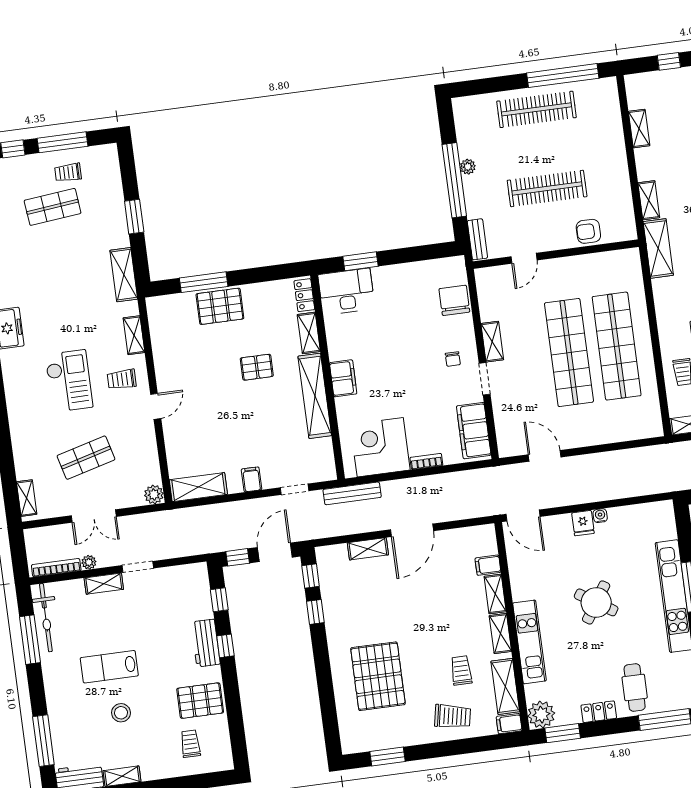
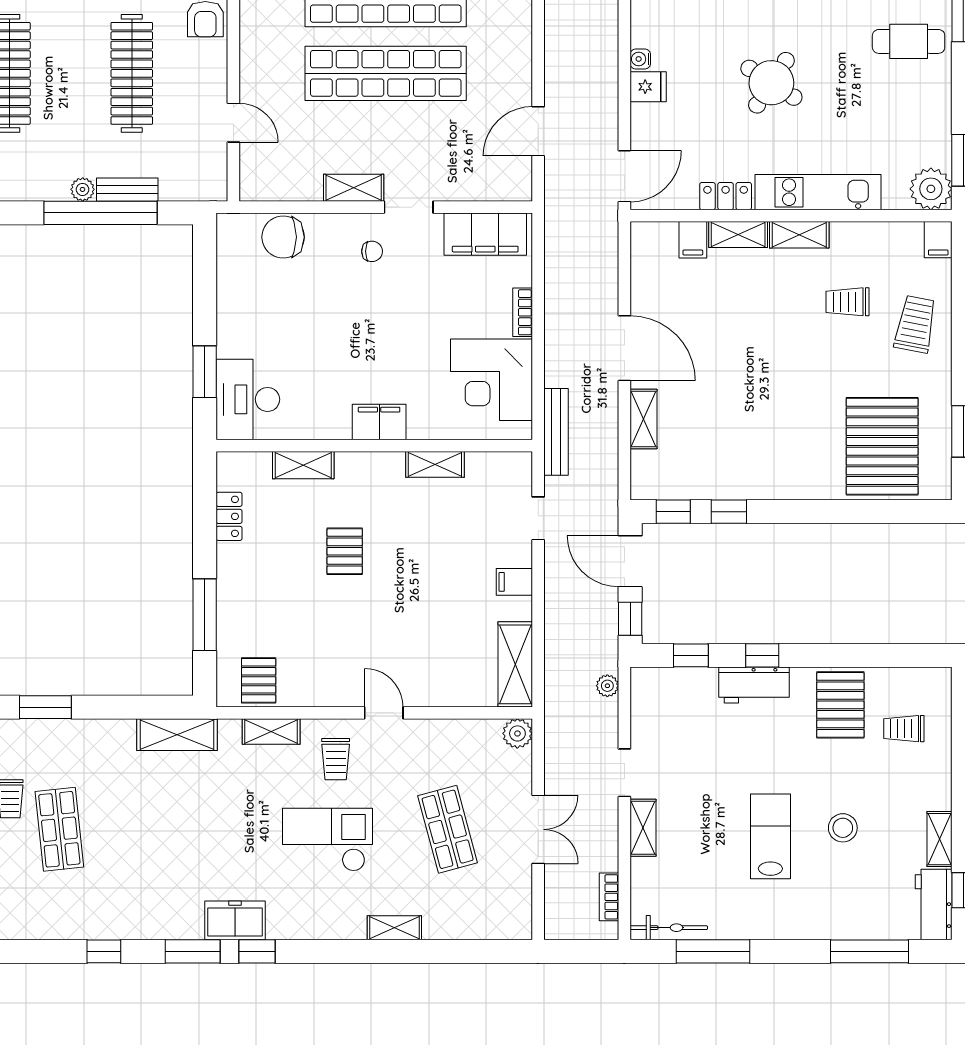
window: (134, 217) -> (45, 707), moved
bench: (477, 239) -> (127, 190), moved
locker: (304, 295) -> (229, 516), moved, turned -90
pallet: (220, 306) -> (259, 680), moved, width x0.67, depth x0.71
shelving: (315, 396) -> (435, 464), width x0.45, depth x0.75
shelving: (27, 498) -> (394, 928), moved
plant: (89, 562) -> (607, 686), moved
bookcase: (56, 568) -> (609, 897), width x0.64
bicycle: (46, 618) -> (669, 928), width x0.73, depth x0.71
lab bench: (109, 667) -> (770, 836), turned 180
pallet: (378, 676) -> (882, 446), moved, turned 90
shelving: (505, 686) -> (881, 238), removed
locker: (599, 712) -> (726, 196), moved, turned 90

